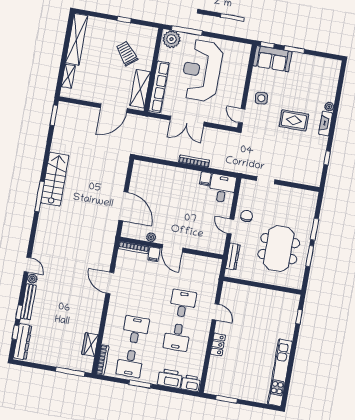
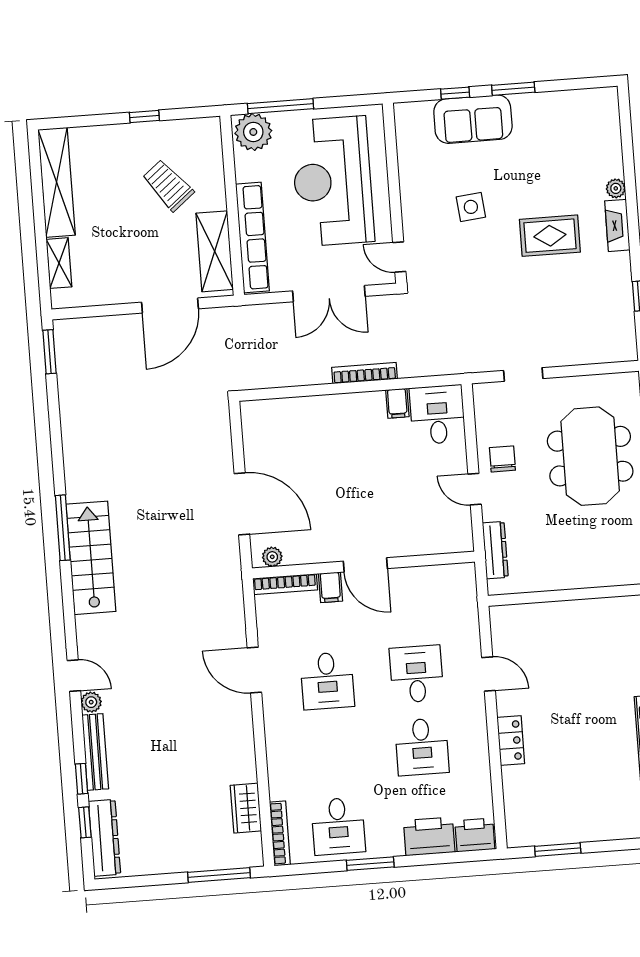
wall: (247, 86) -> (395, 193), moved
door: (242, 116) -> (399, 257), moved
stairs: (55, 179) -> (91, 558), moved
plant: (151, 237) -> (272, 557), moved
meeting table: (279, 249) -> (590, 456), moved
desk: (136, 330) -> (327, 681), moved, turned 180

